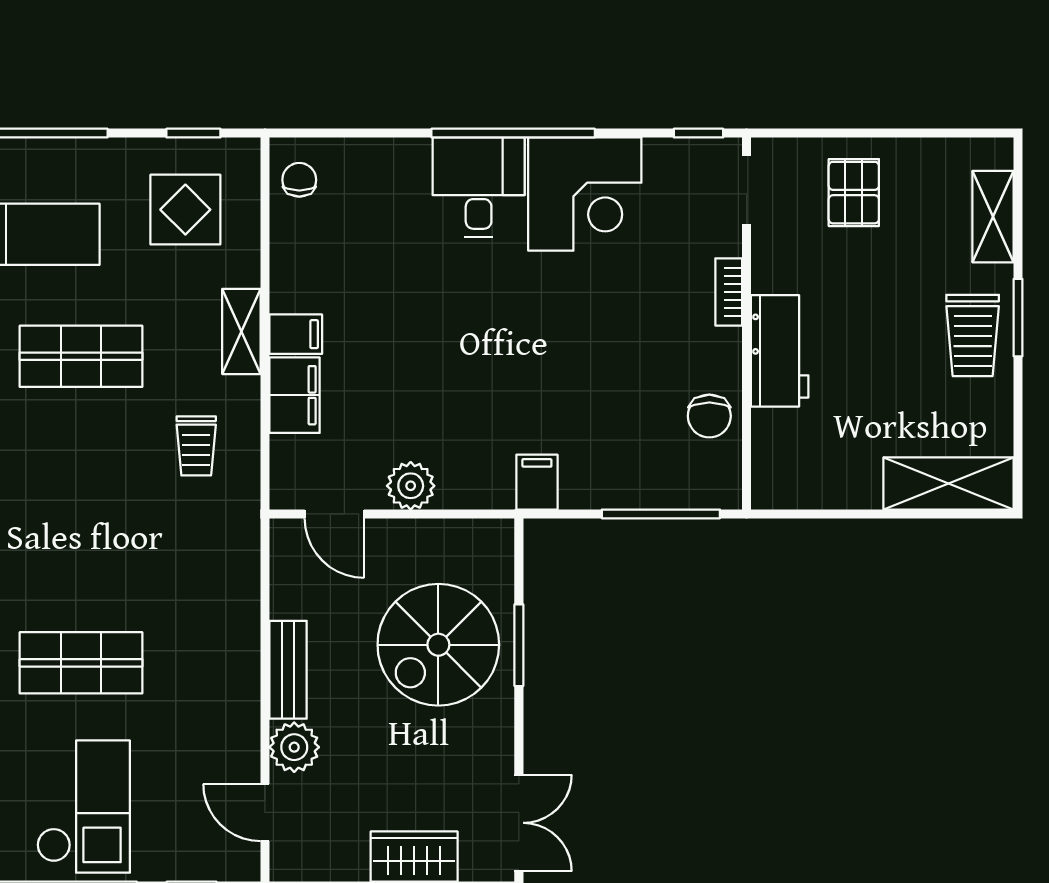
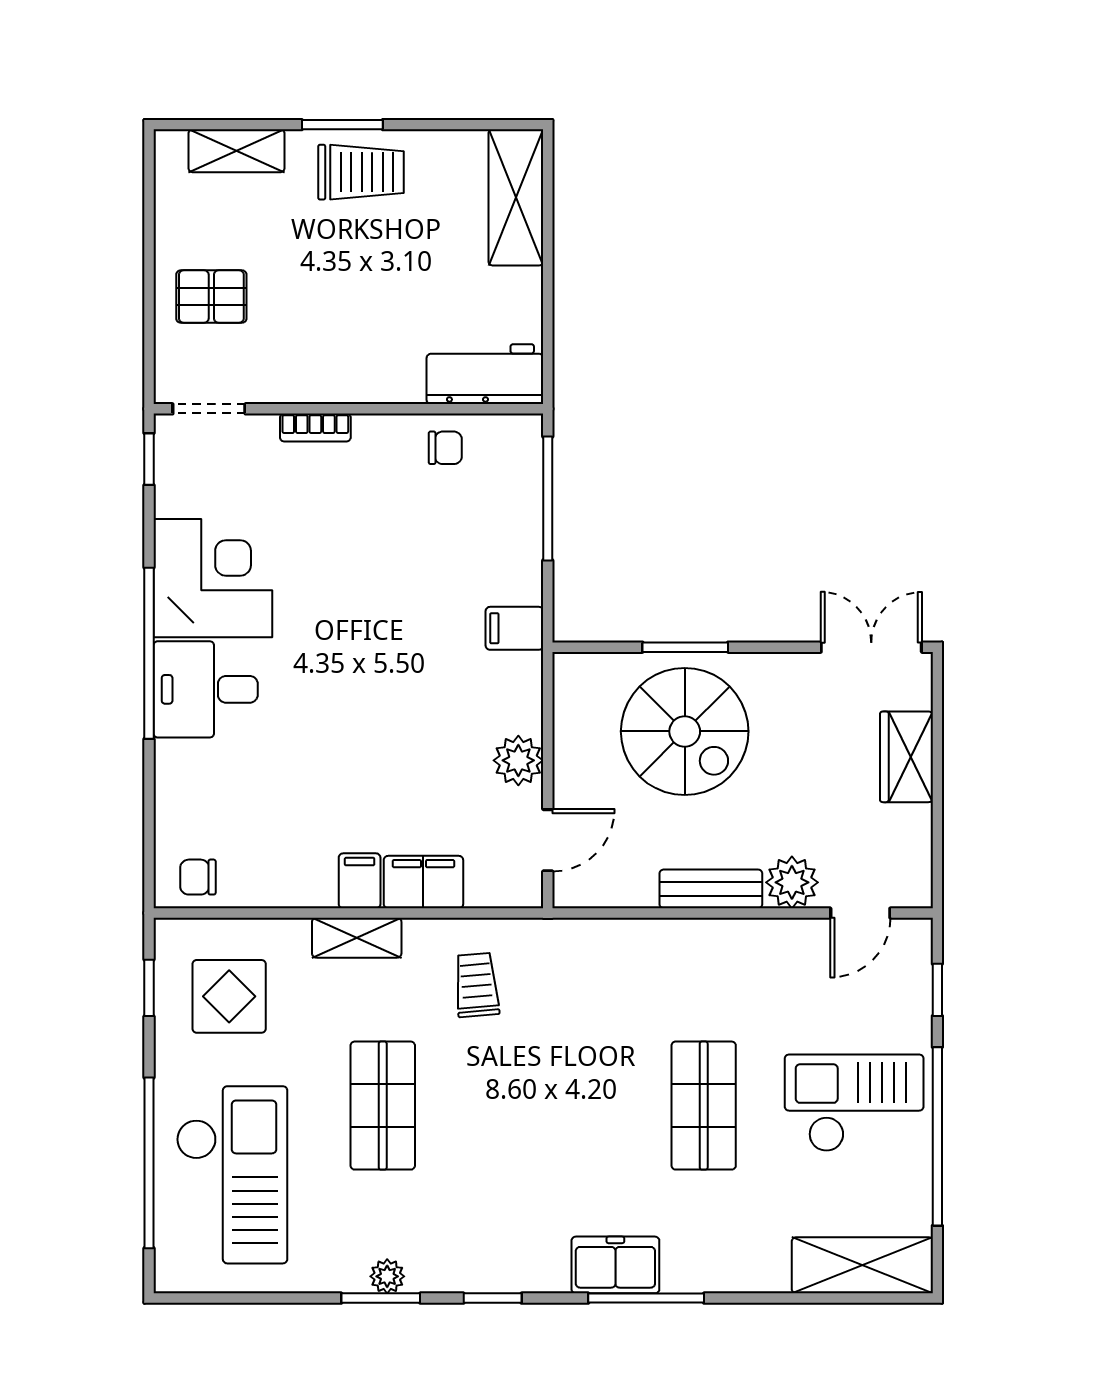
workbench: (780, 351) -> (485, 374), moved
chair: (709, 416) -> (445, 448), width x0.73, depth x0.73
trolley: (196, 446) -> (477, 985), turned -95

